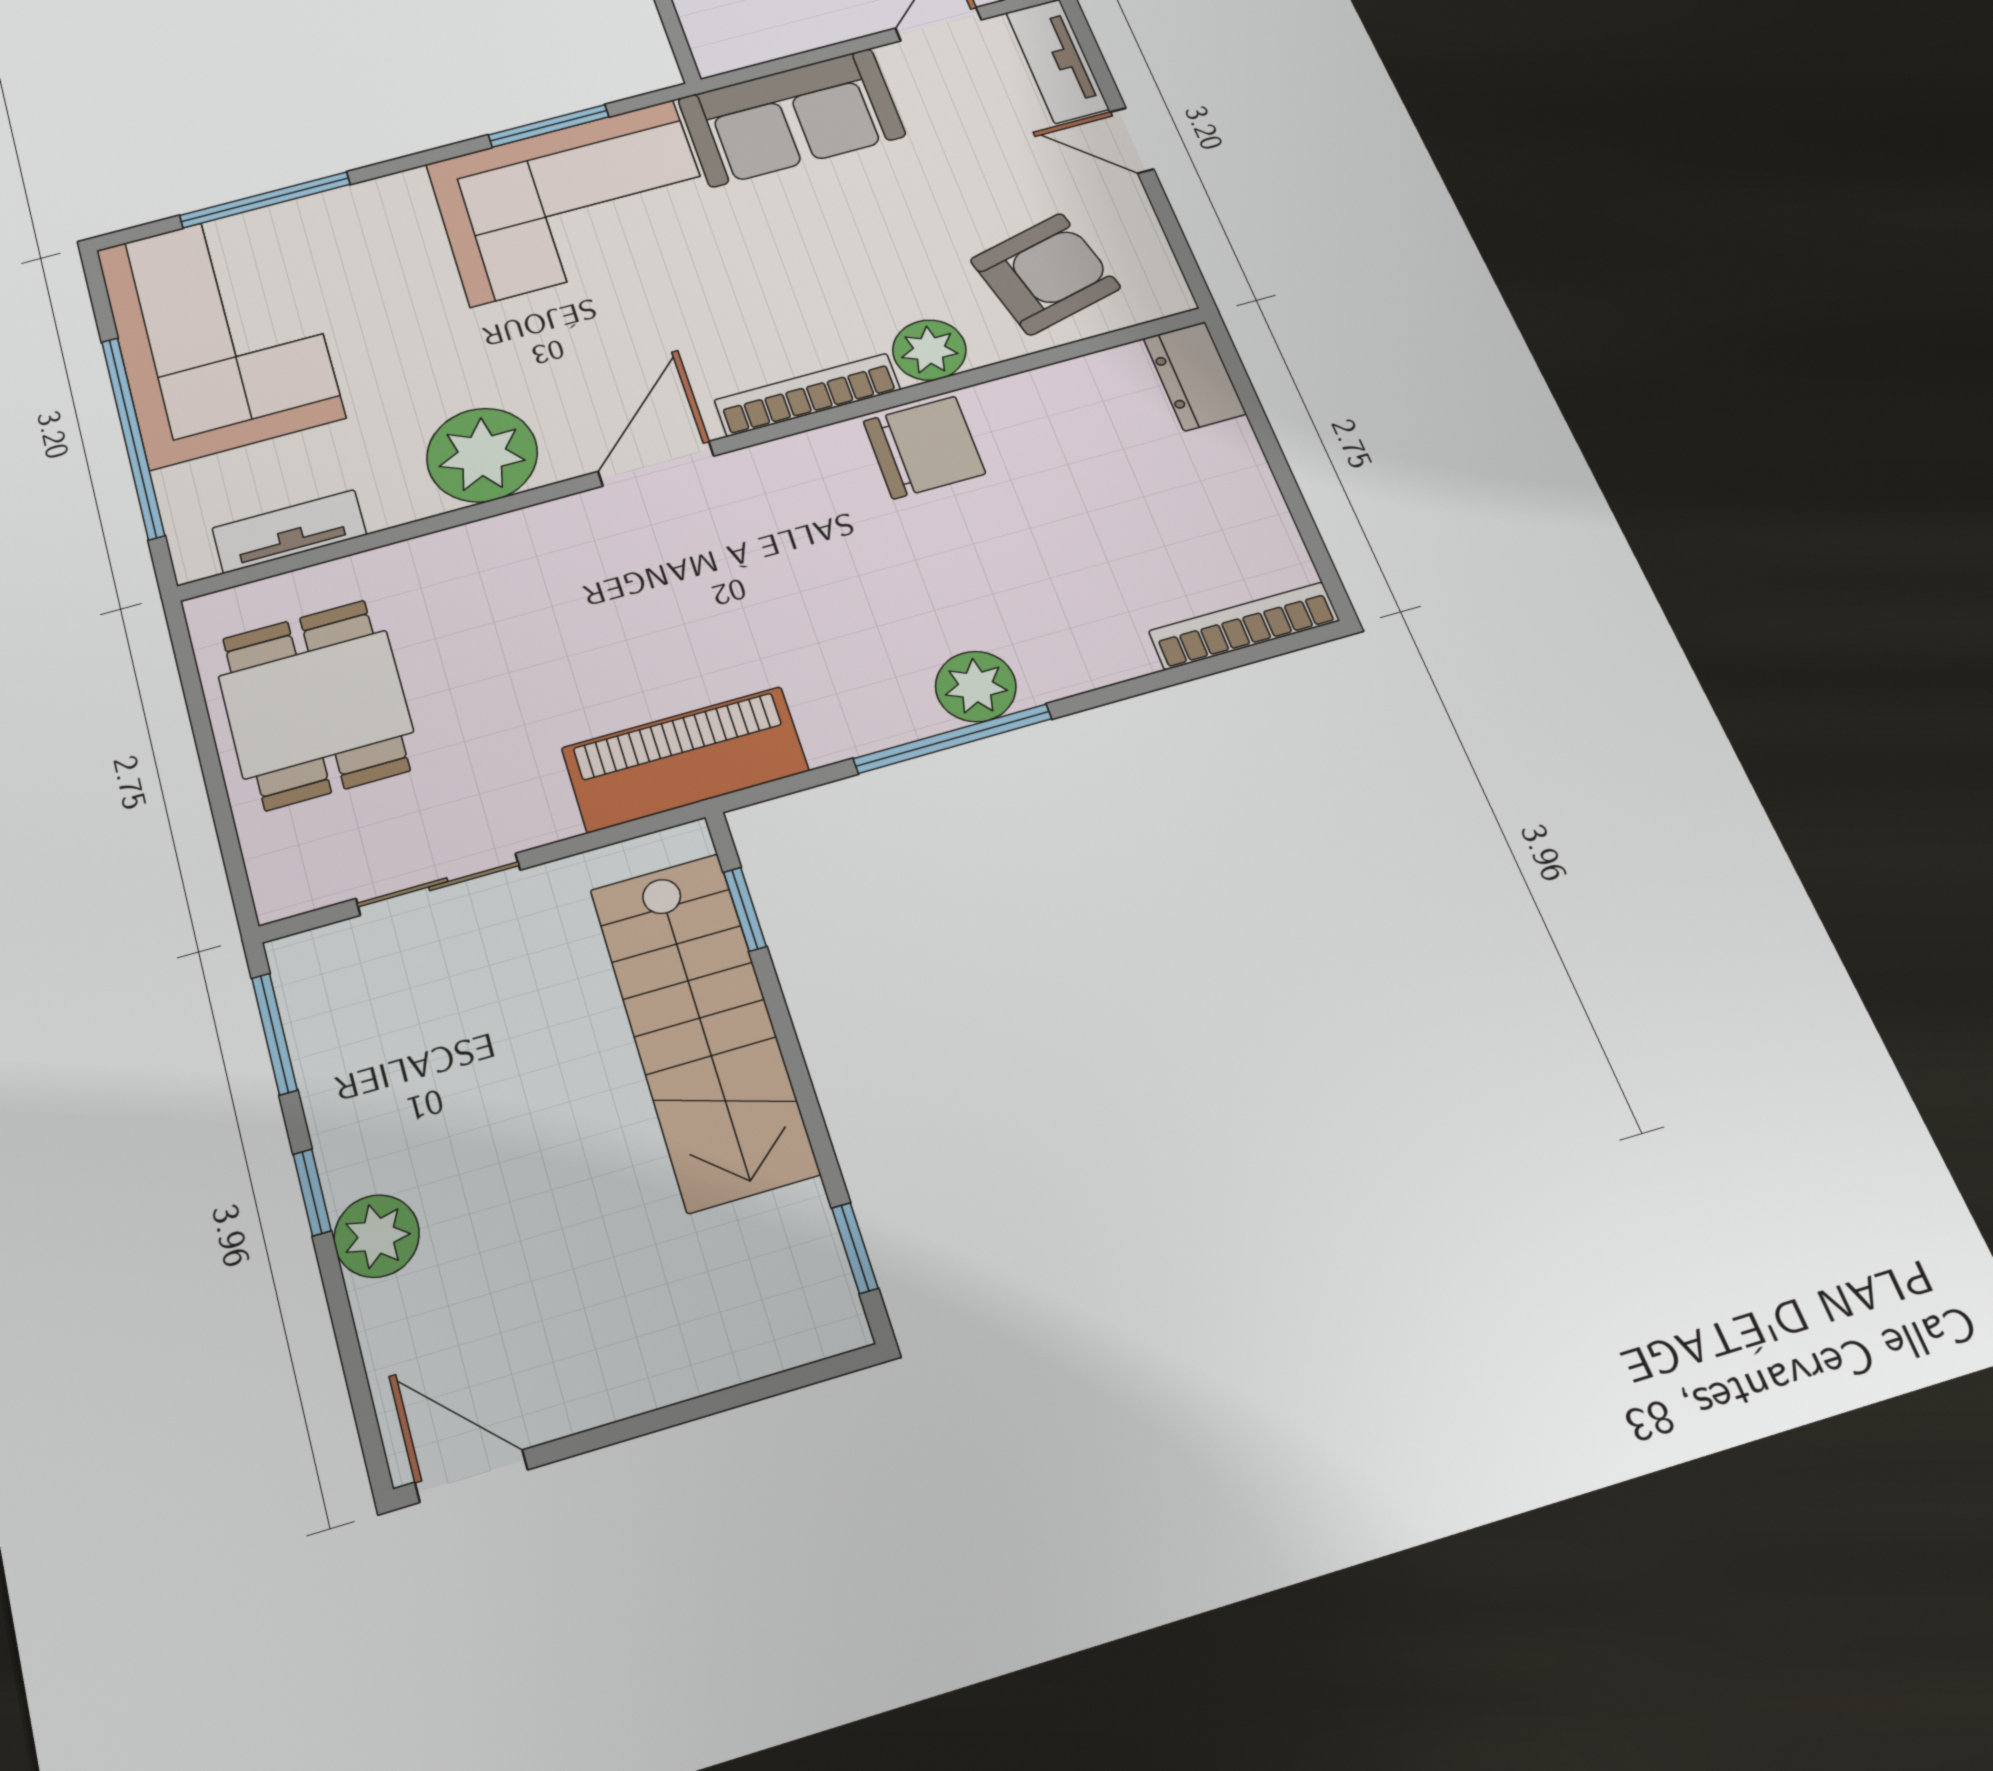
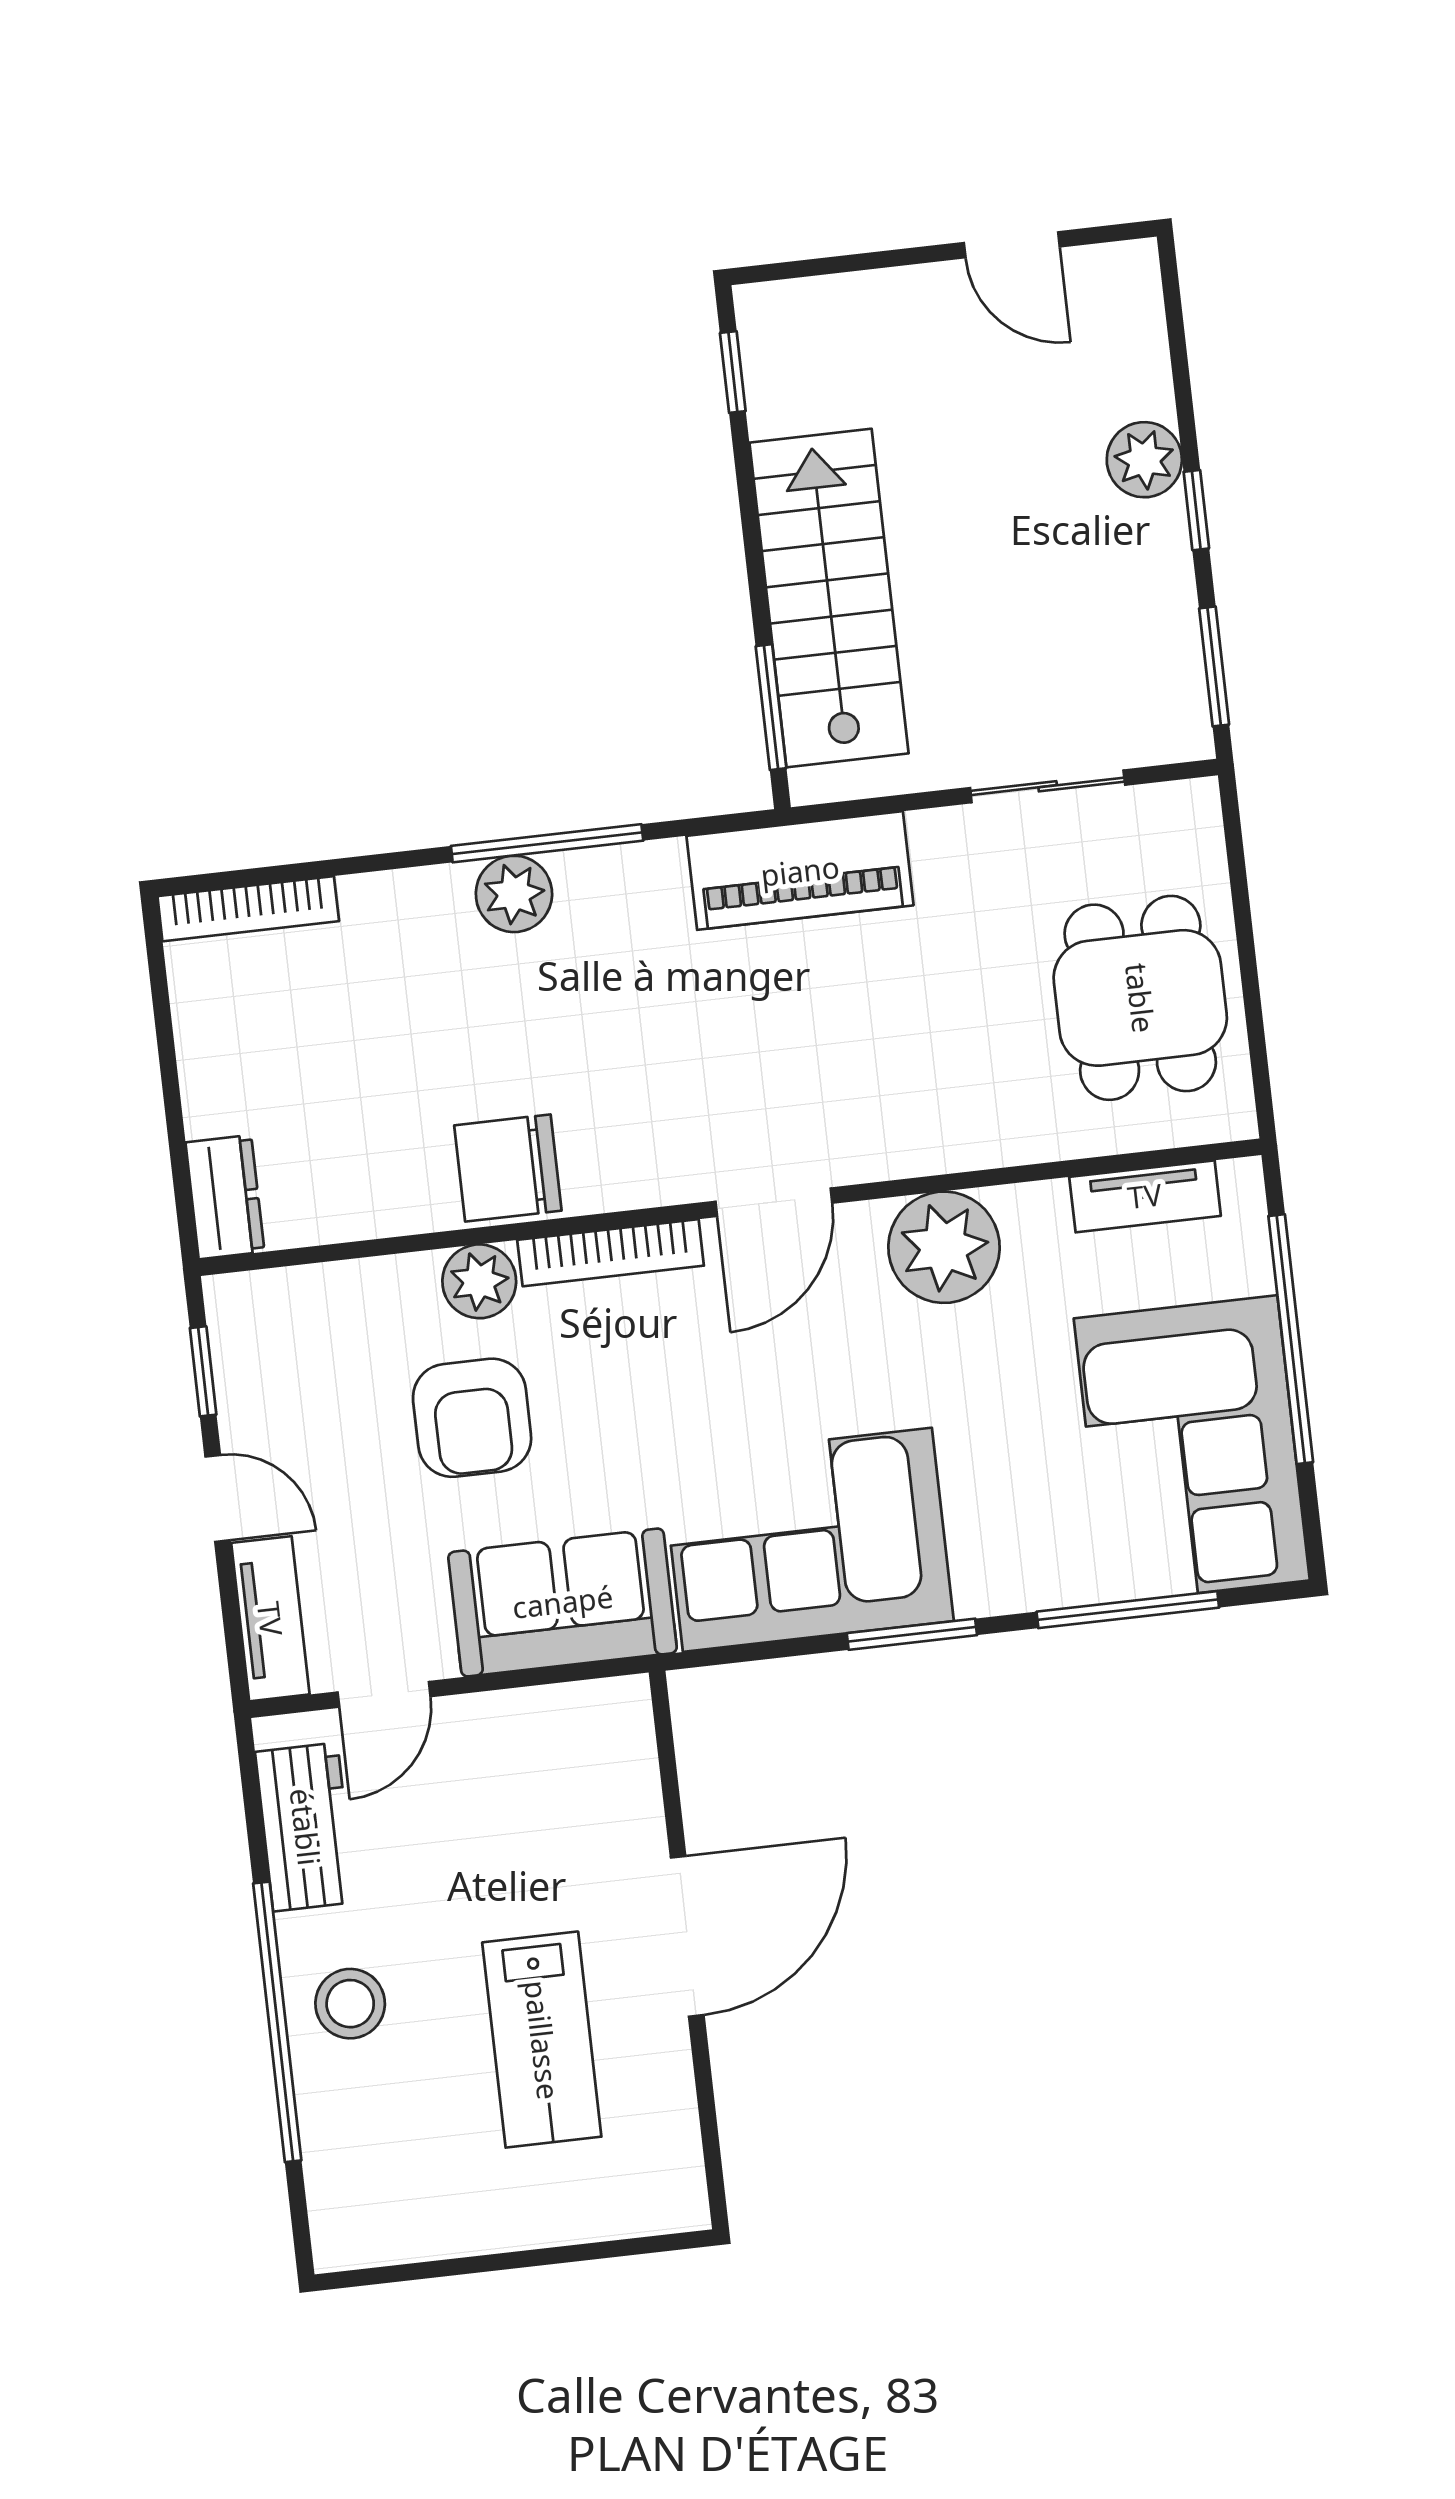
window: (549, 126) -> (912, 1634), moved
window: (1174, 234) -> (203, 1371), added
armchair: (1045, 274) -> (472, 1418), moved, turned -76
window: (745, 909) -> (771, 707), width x1.50
door: (471, 1476) -> (1012, 245), moved

